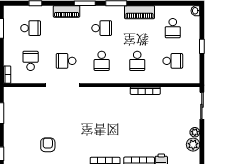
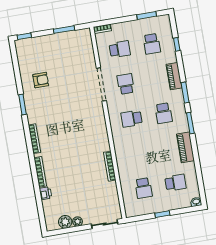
school desk: (173, 28) -> (175, 183), turned 180
school desk: (137, 61) -> (138, 153), removed

